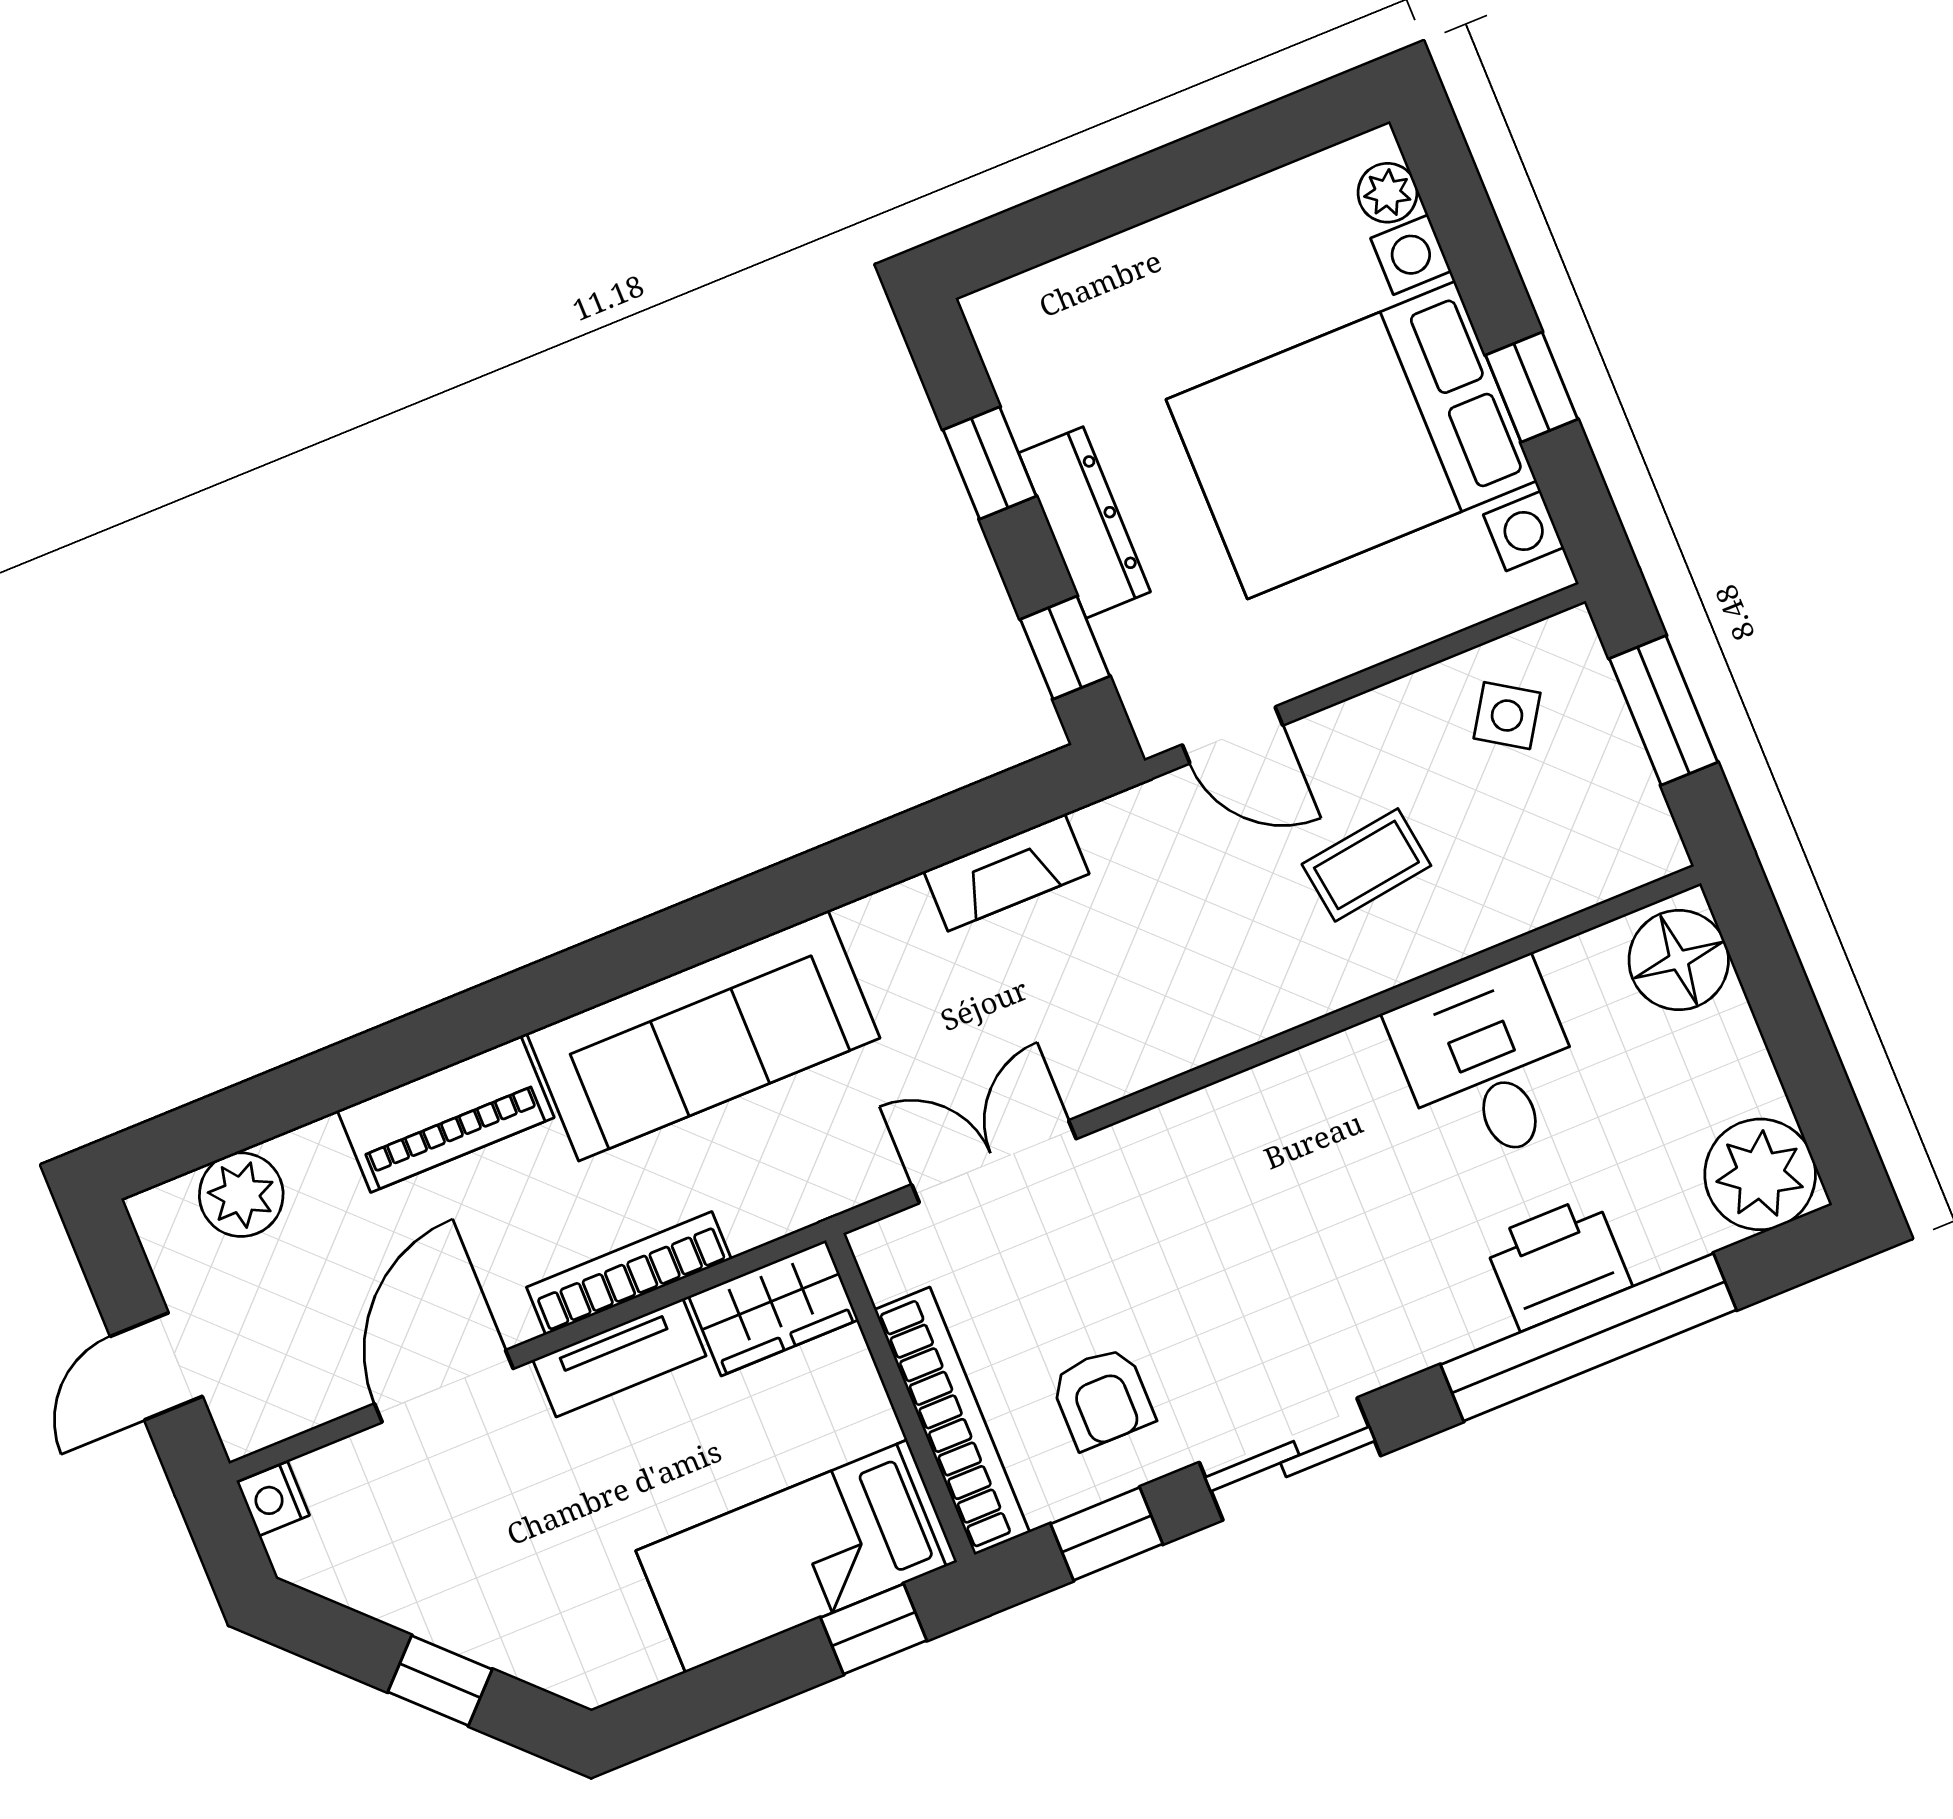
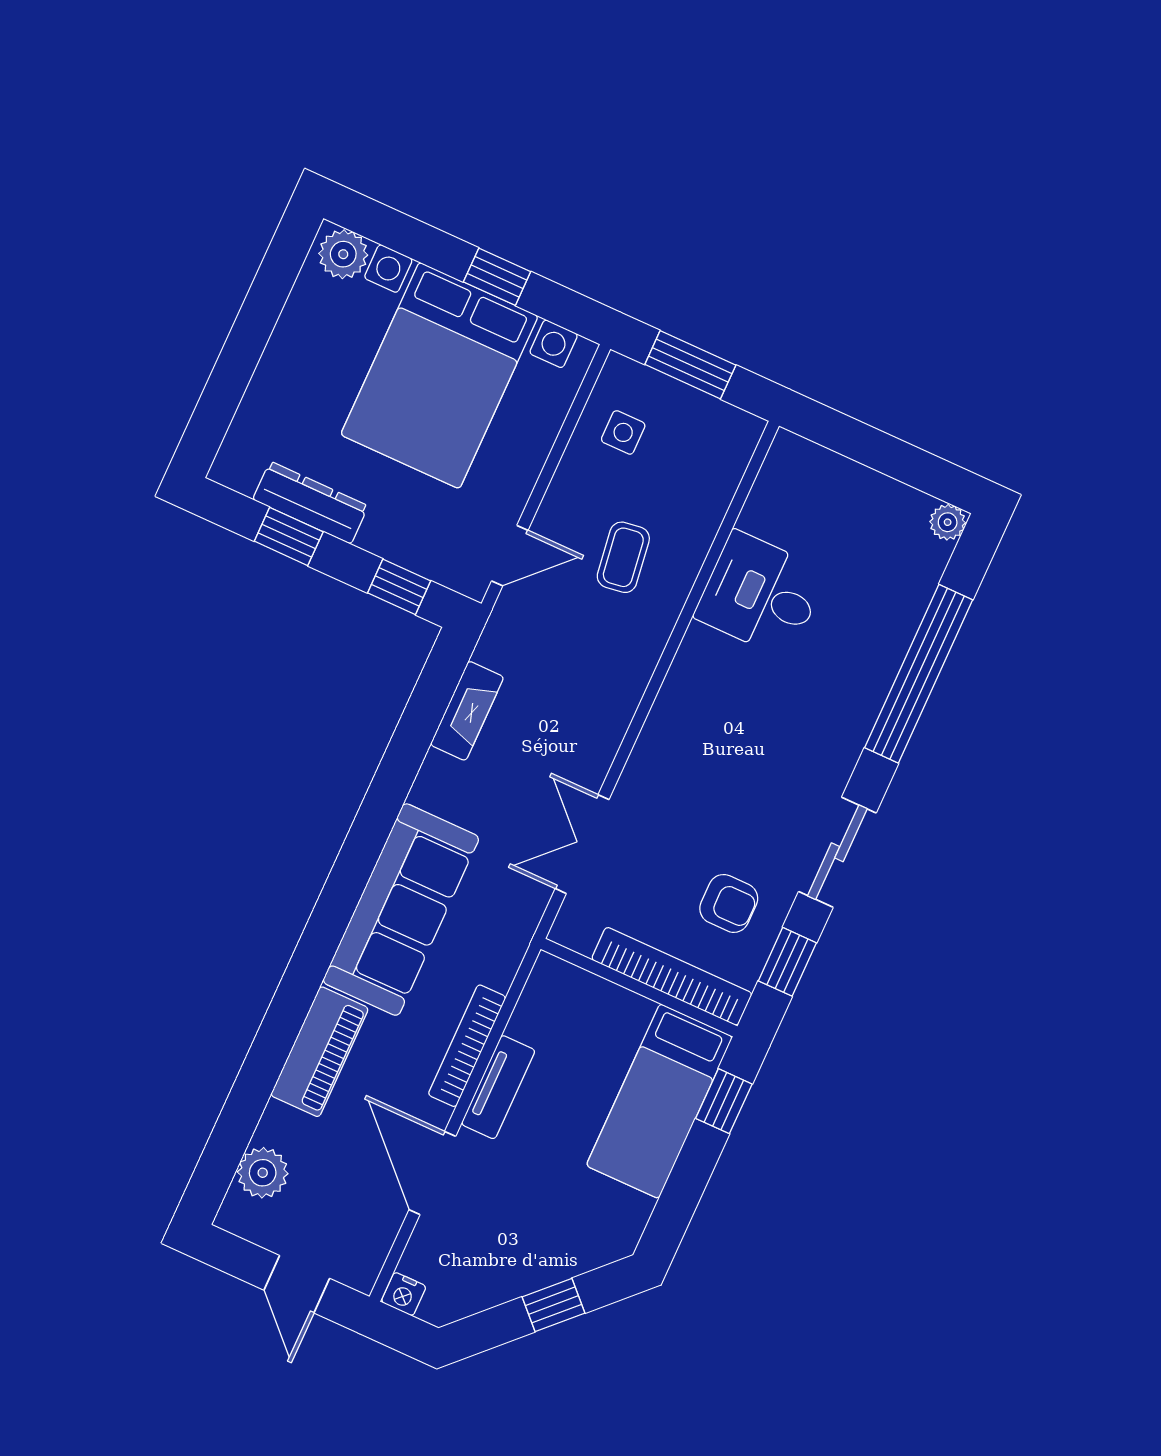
plant: (1388, 193) -> (343, 254), width x1.38, depth x1.38
dresser: (1085, 522) -> (310, 503), moved
side table: (1507, 716) -> (623, 432), turned -33
floor lamp: (1679, 960) -> (801, 469), removed
plant: (1760, 1174) -> (948, 522), width x0.53, depth x0.53
printer: (1558, 1263) -> (874, 654), removed
wardrobe: (774, 1308) -> (546, 1001), removed

